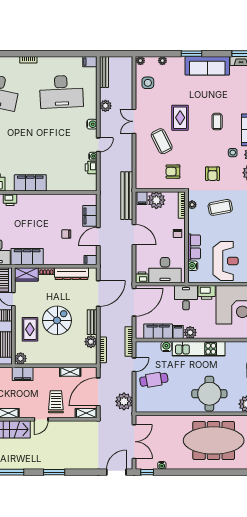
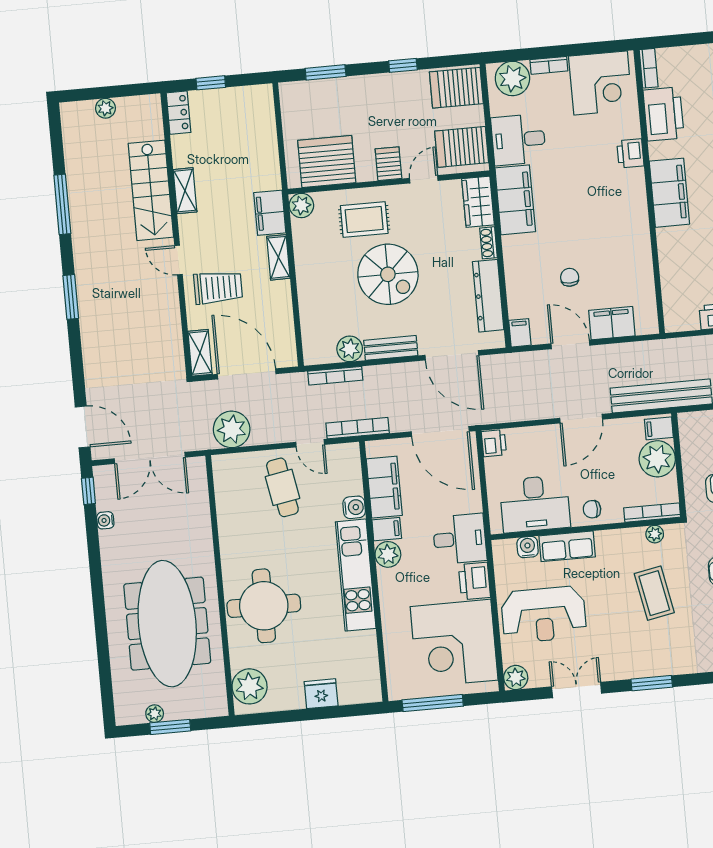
desk: (165, 270) -> (535, 504), moved, turned -90
shelving: (70, 372) -> (278, 257), moved

